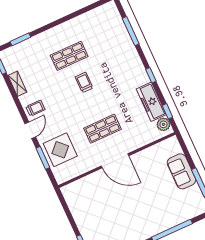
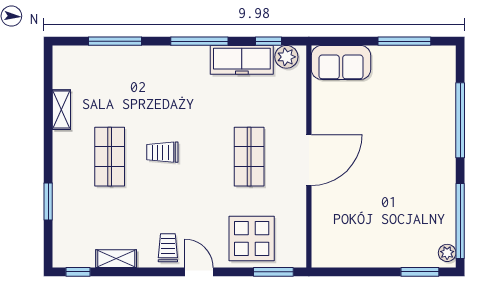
shelving: (82, 19) -> (61, 110), added
window: (20, 39) -> (48, 202), moved
window: (151, 75) -> (199, 41), width x2.17
window: (43, 158) -> (273, 272), moved
sofa: (181, 171) -> (341, 62), moved

